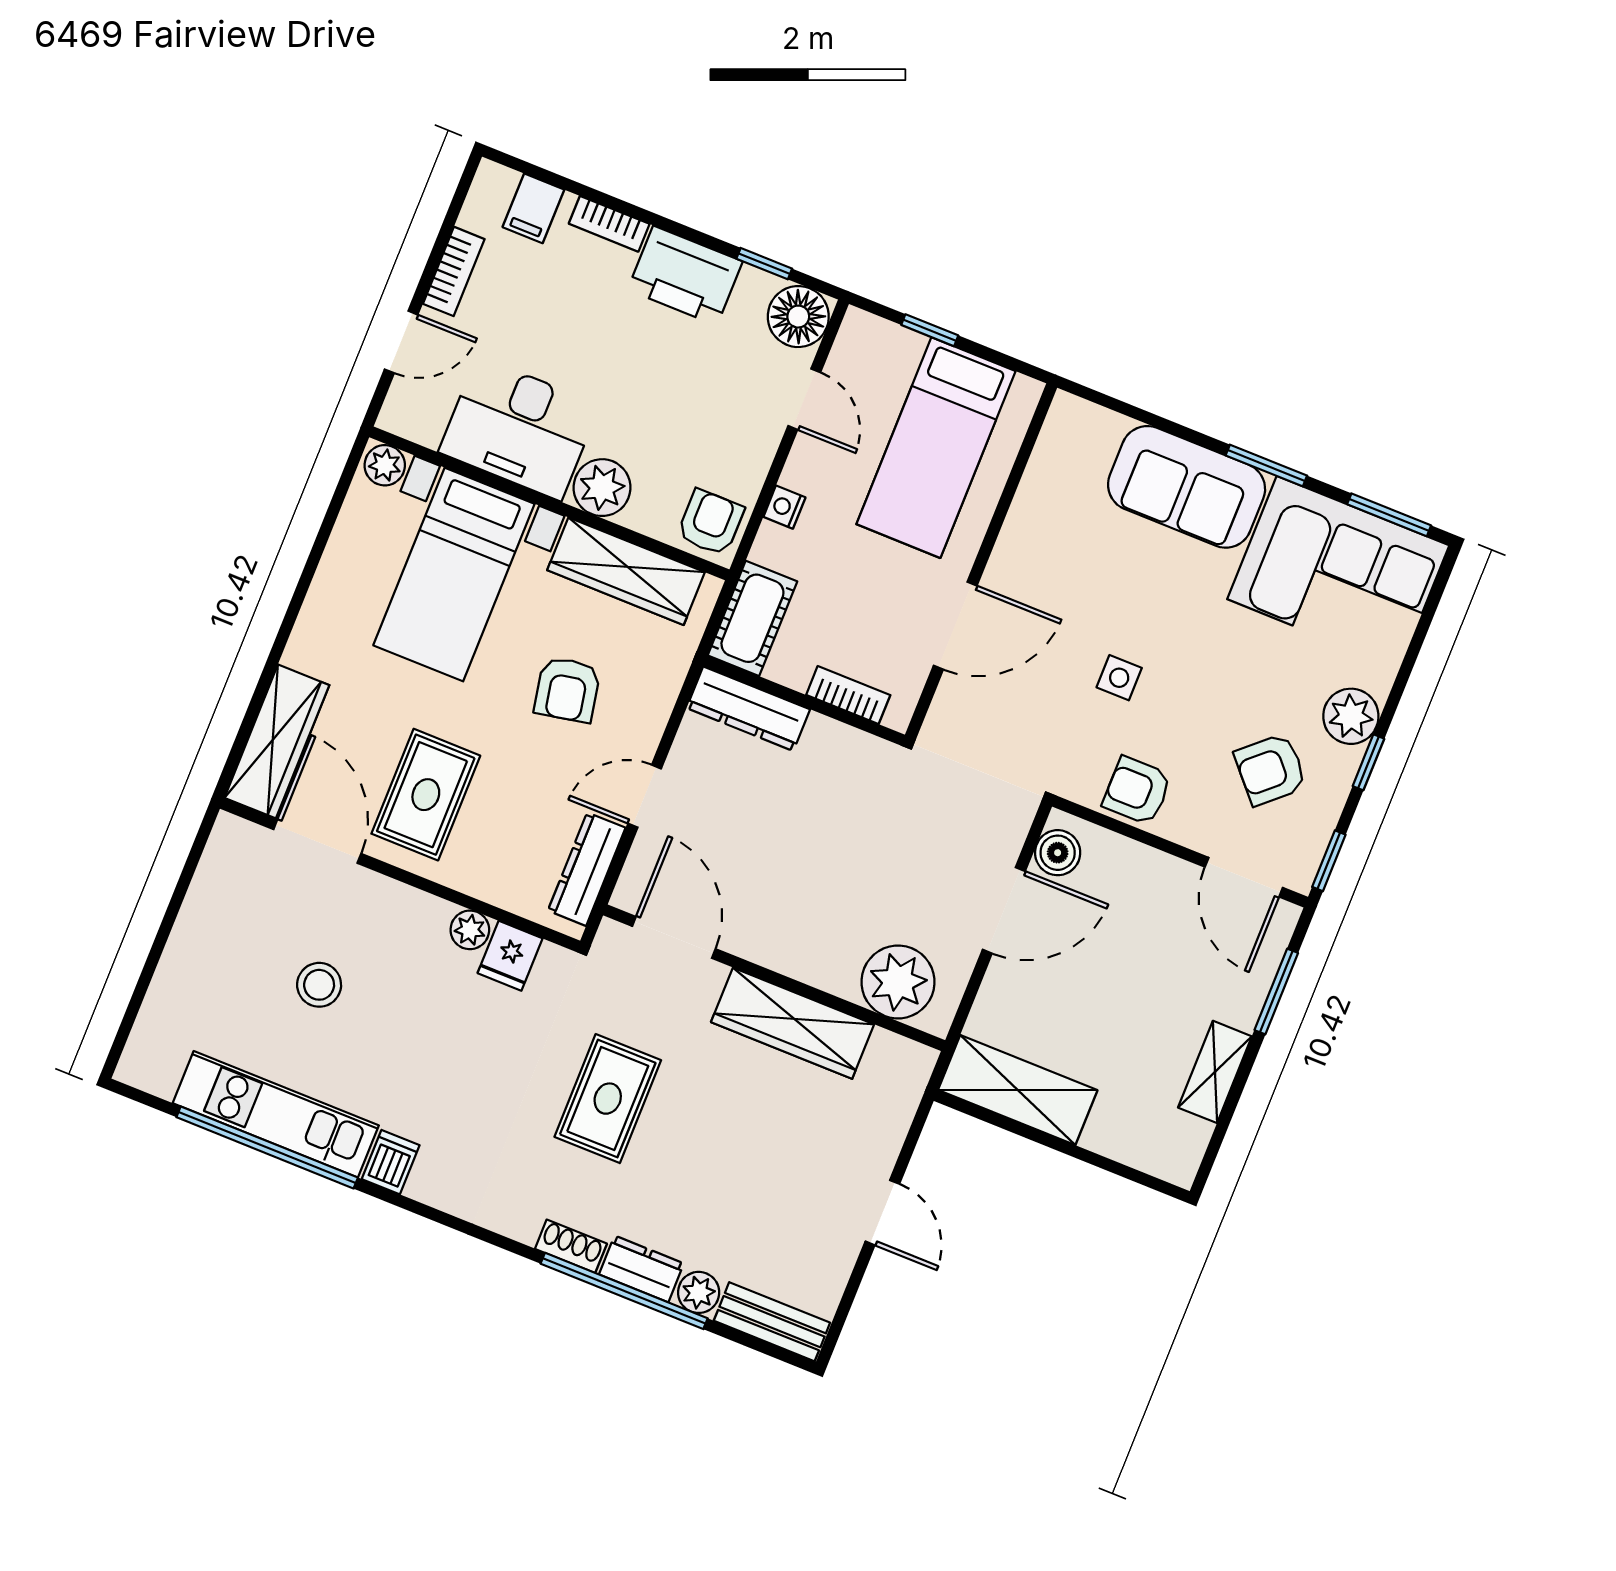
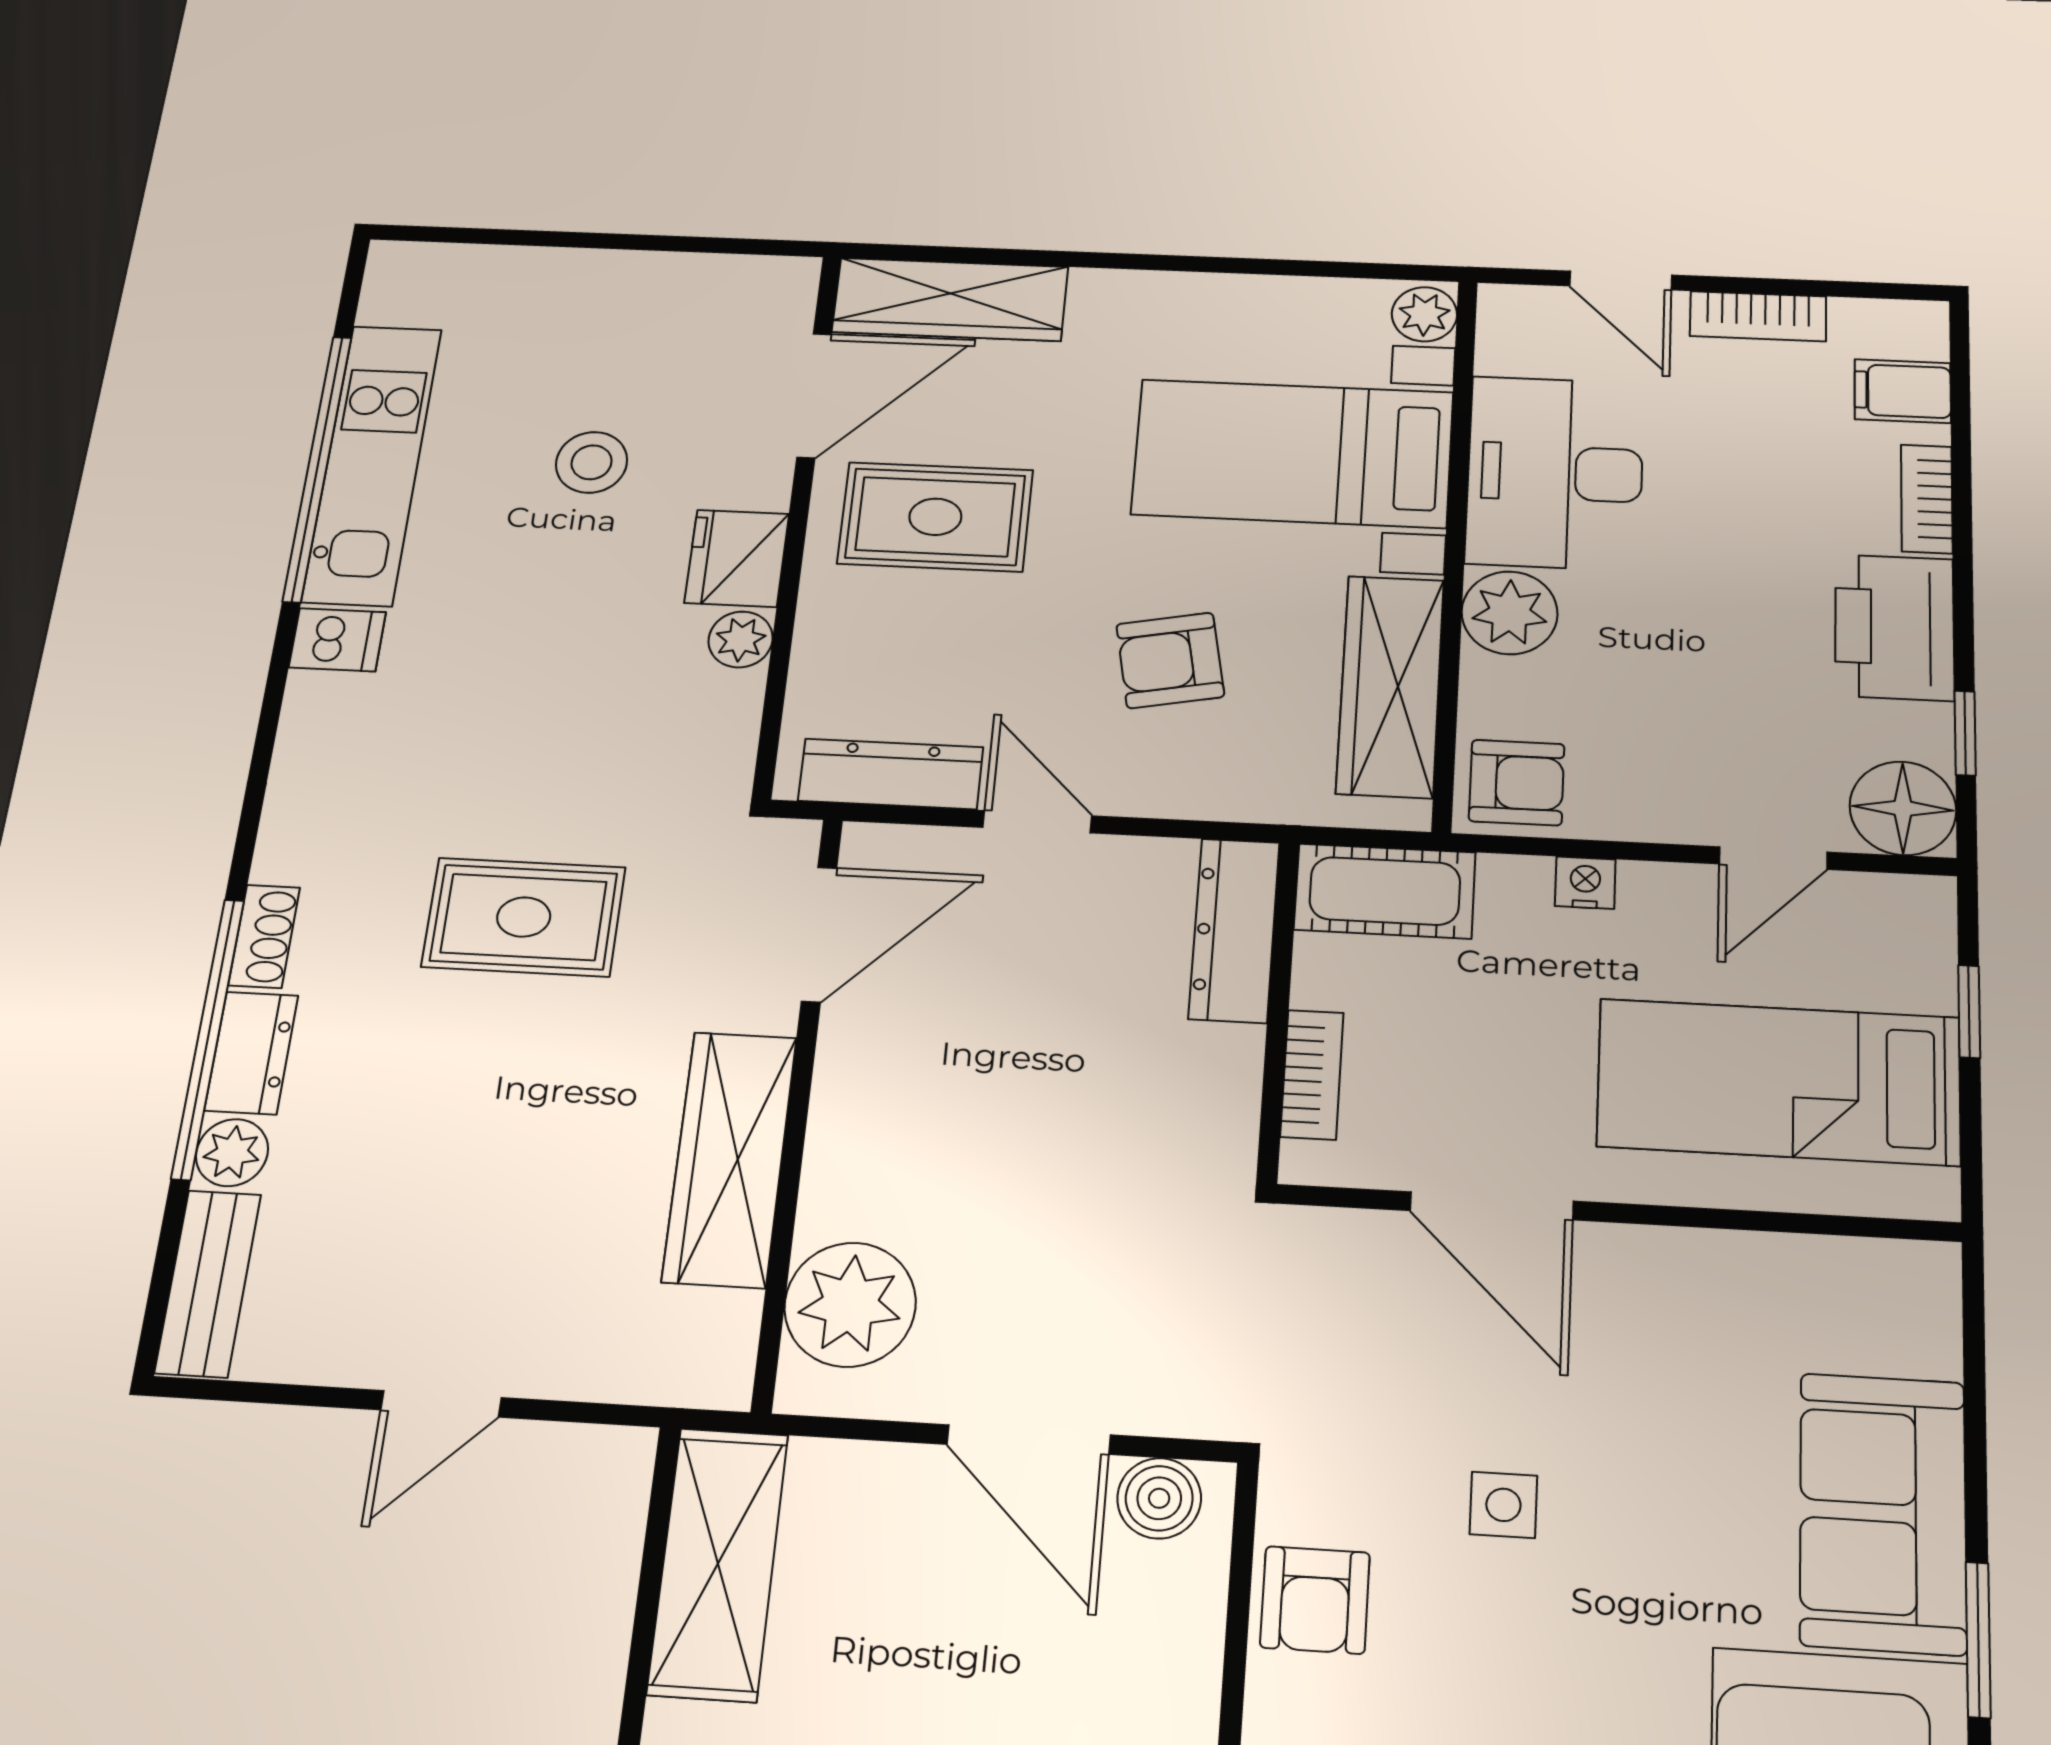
armchair: (1137, 791) -> (1315, 1600), turned 180
fridge: (510, 956) -> (737, 558), moved, width x1.38

